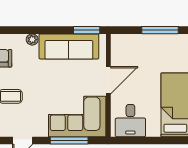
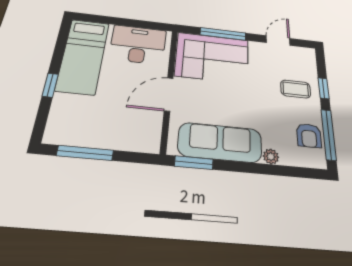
desk: (130, 121) -> (138, 45), width x1.37

